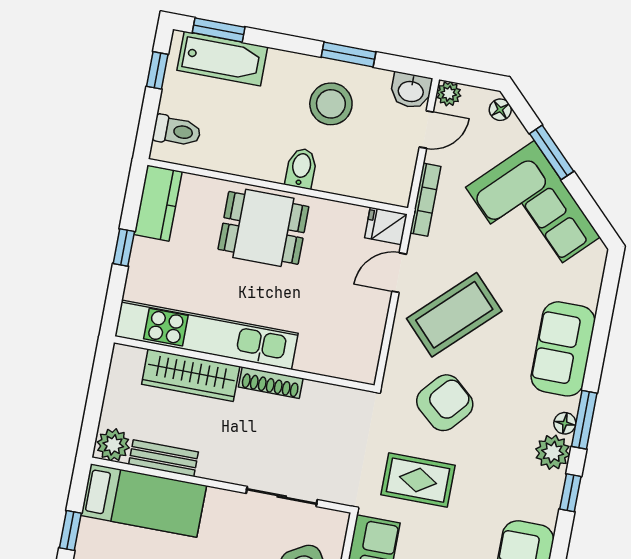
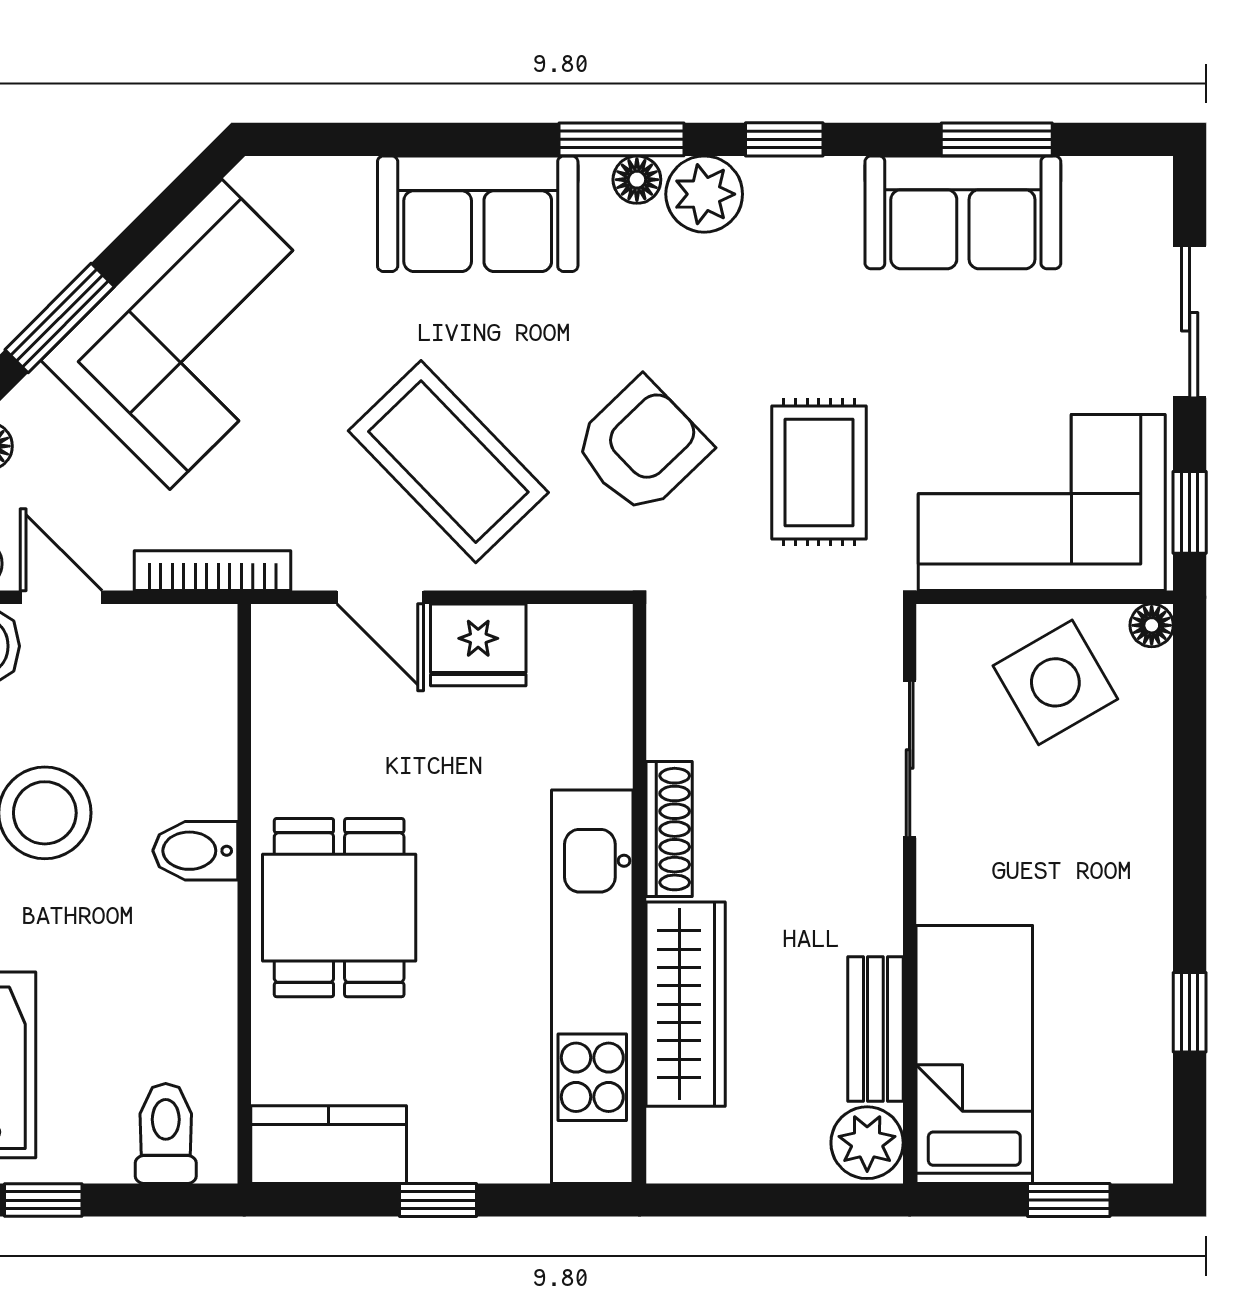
fridge: (386, 226) -> (478, 645), moved, width x1.38
armchair: (445, 403) -> (642, 446), turned 95

